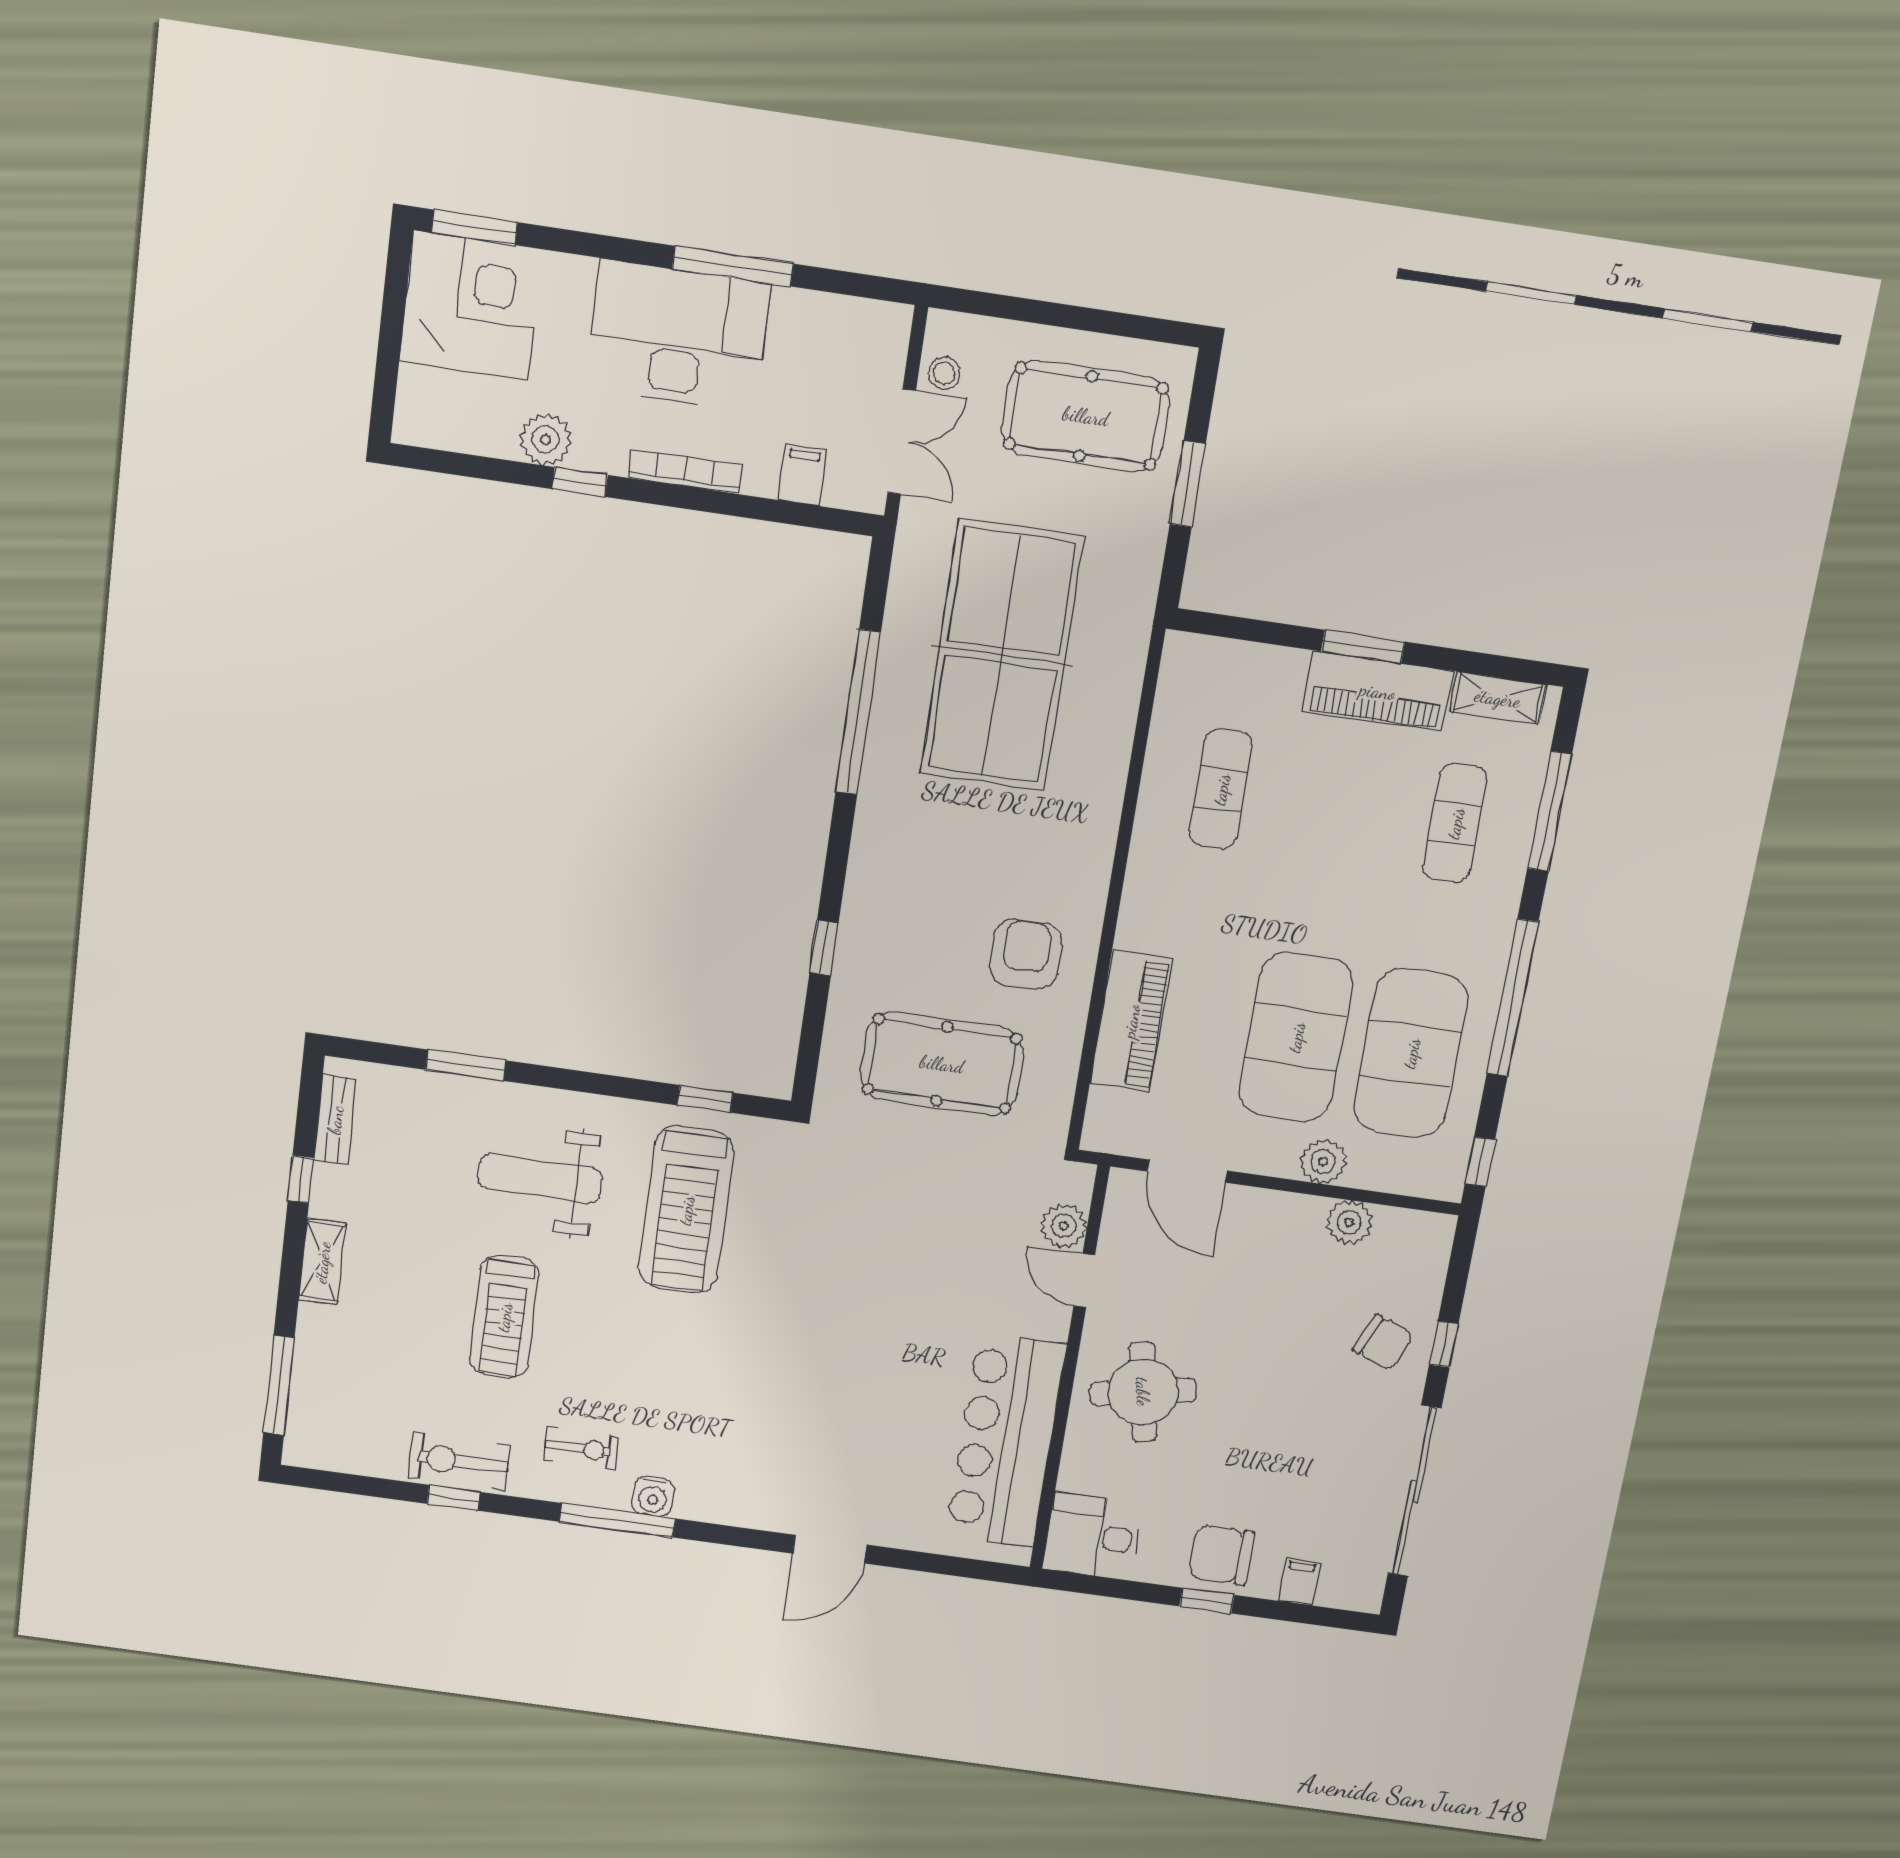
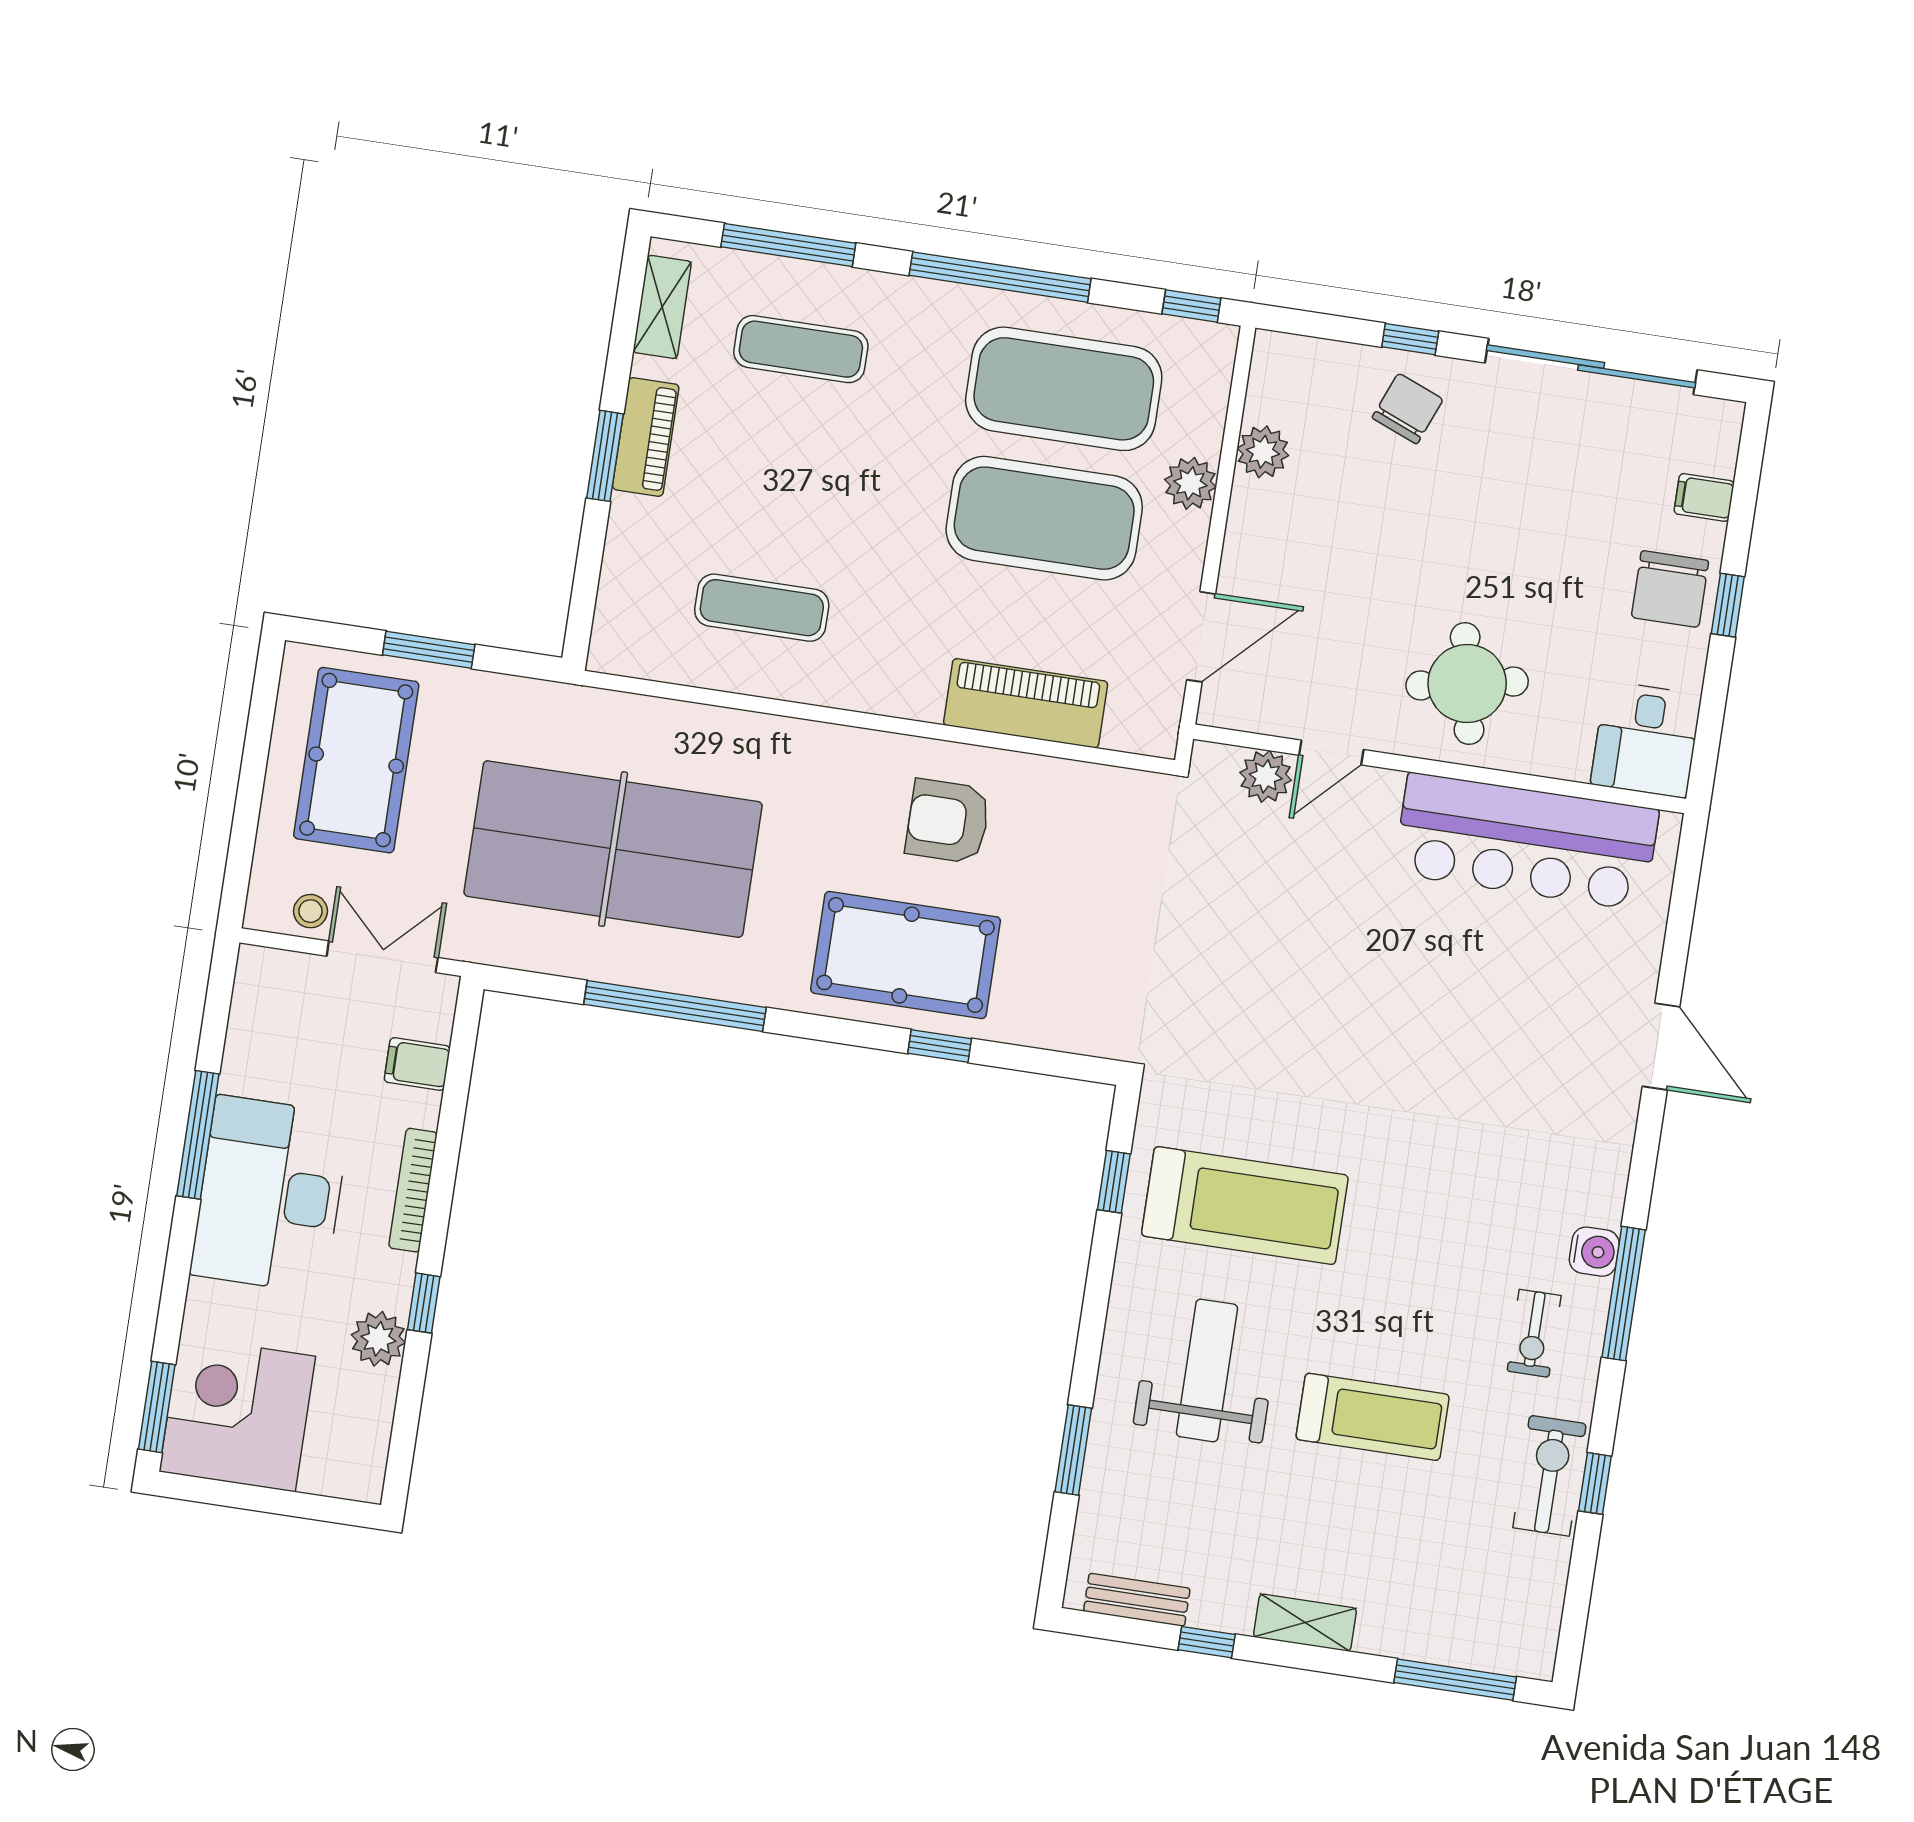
piano: (1378, 691) -> (646, 437), width x0.73, depth x0.75
pool table: (942, 1064) -> (906, 955), moved, turned 90
weight bench: (540, 1179) -> (1207, 1370), turned 180
exercise bike: (581, 1448) -> (1534, 1333), turned 180
exercise bike: (459, 1461) -> (1550, 1476), turned 180

